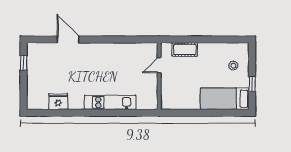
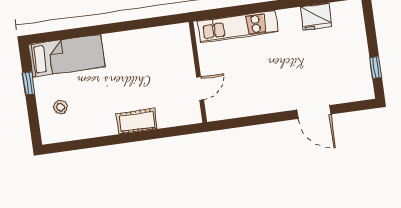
door: (159, 65) -> (200, 88), moved
wall: (159, 76) -> (198, 72), moved

